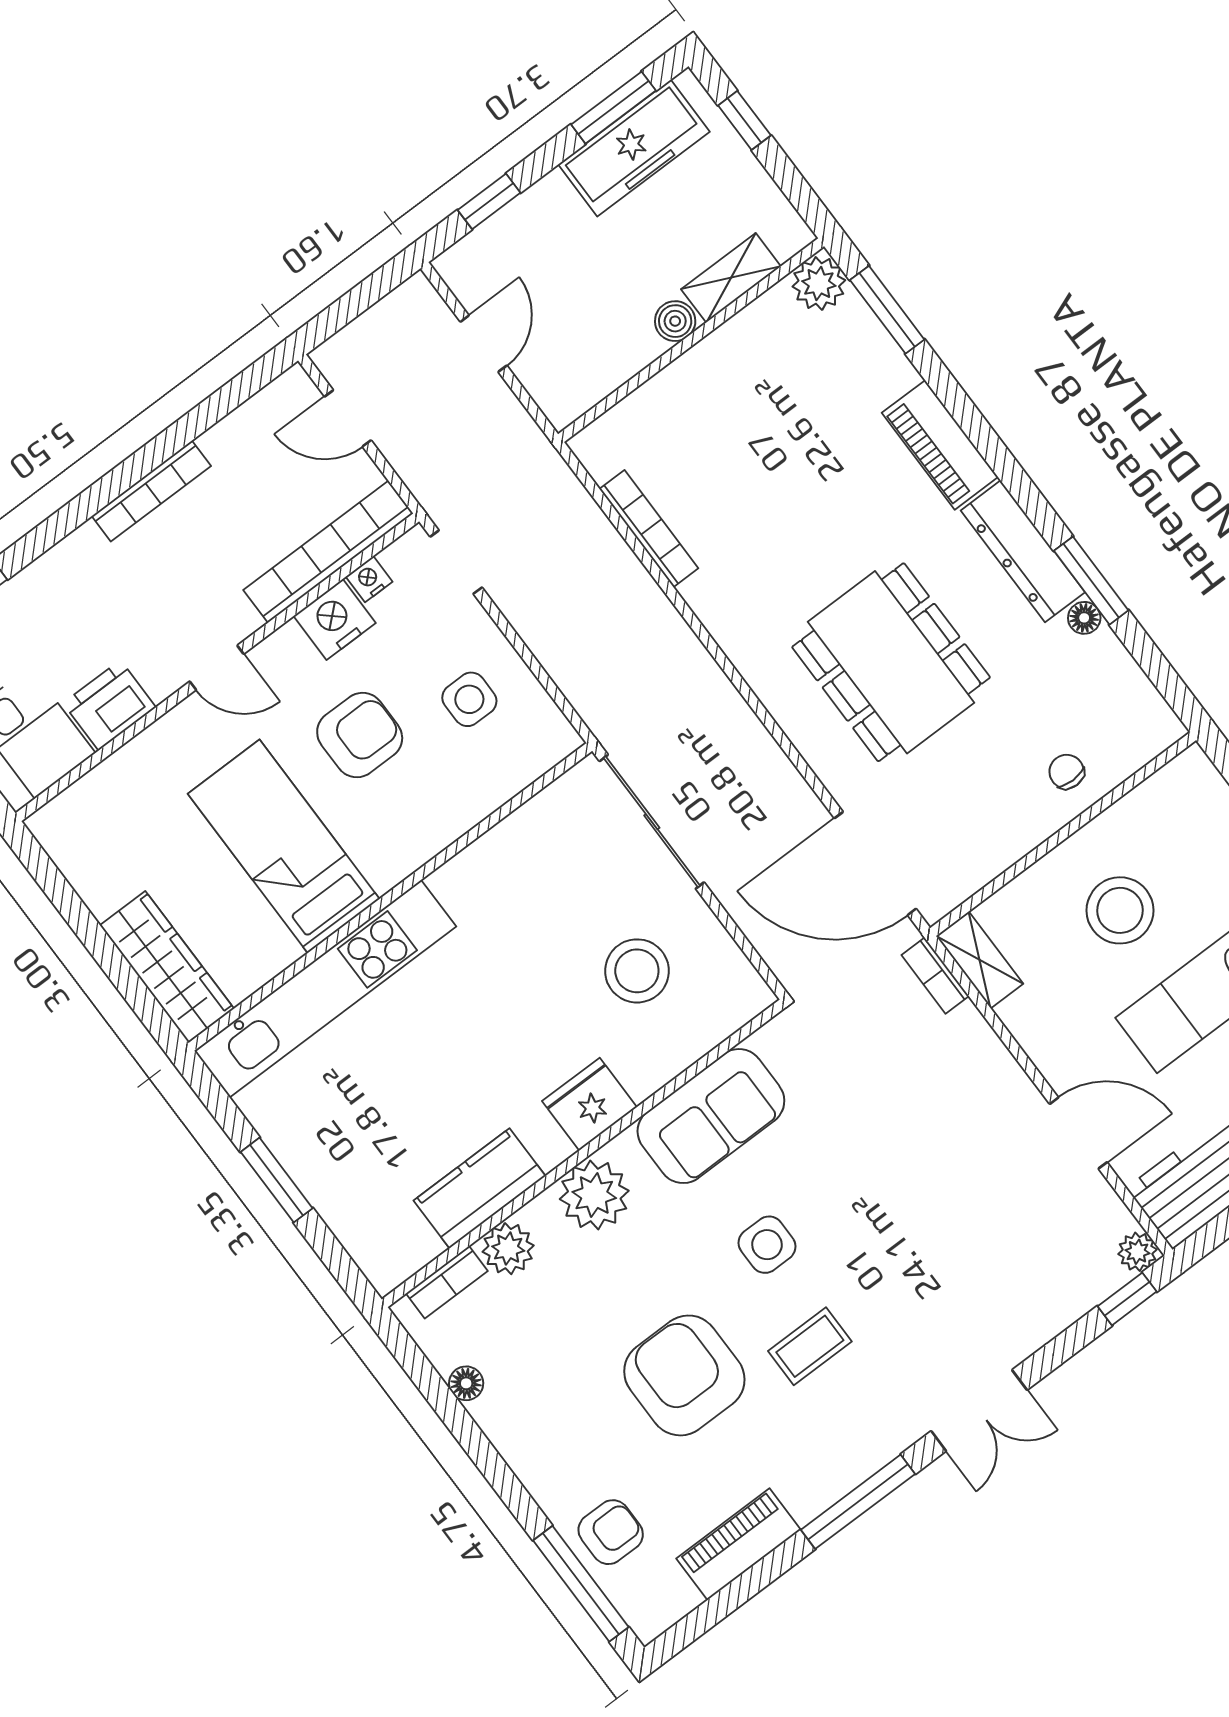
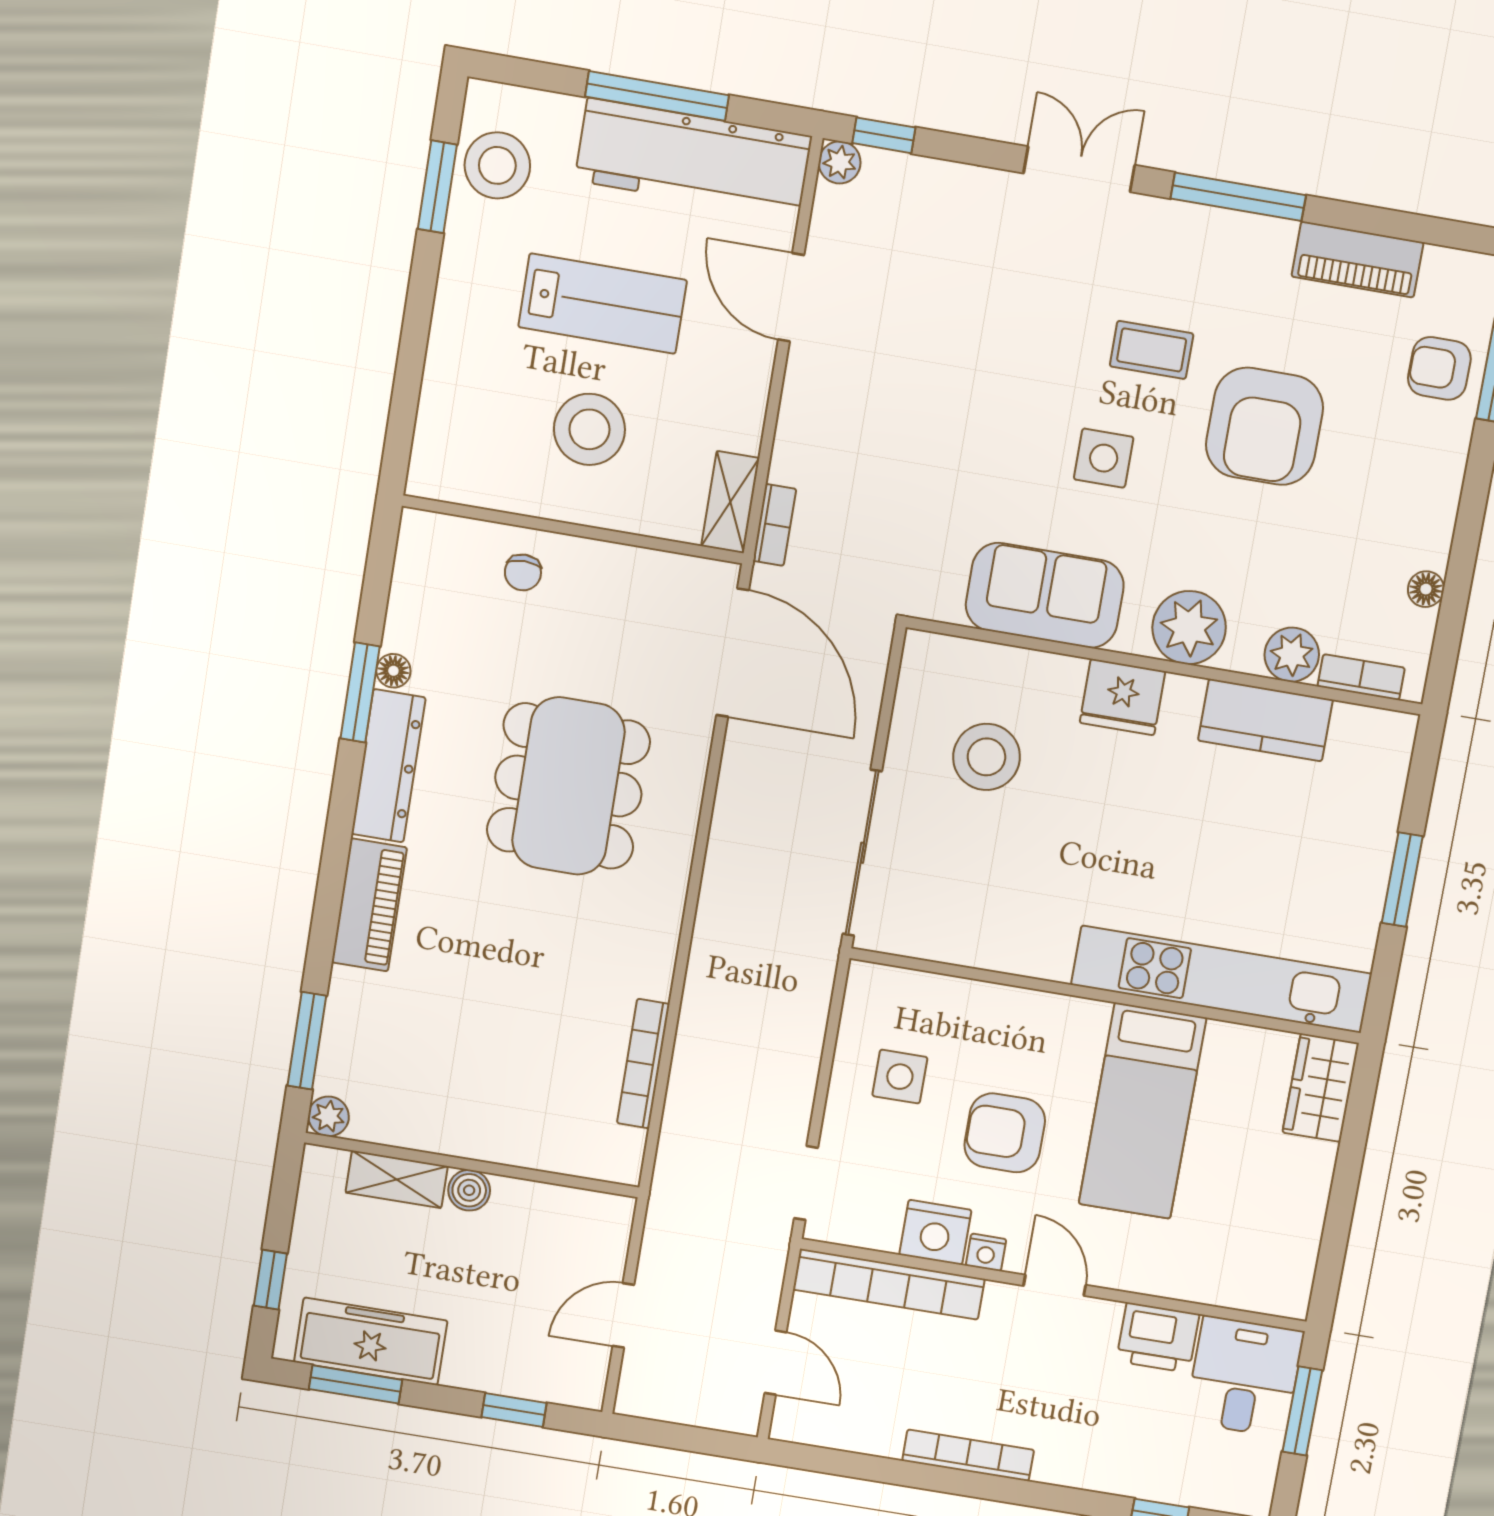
plant: (819, 283) -> (328, 1116), width x0.73, depth x0.73
nightstand: (369, 579) -> (986, 1252), moved
wardrobe: (167, 967) -> (1321, 1088), width x0.67

